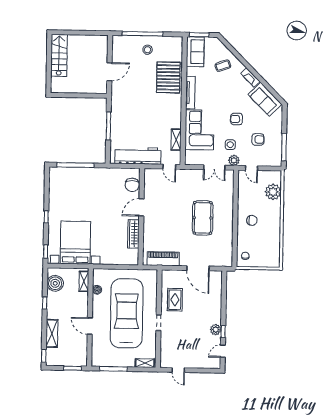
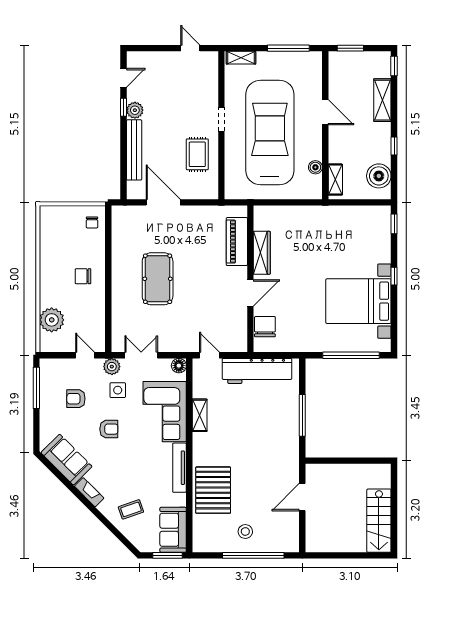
shelving: (176, 140) -> (200, 415), moved
floor lamp: (190, 160) -> (179, 366), added
bed with nightstands: (75, 243) -> (358, 301), moved, turned 90
piano: (163, 259) -> (237, 242), moved, turned 90
bench: (217, 303) -> (134, 150), added
car: (127, 313) -> (270, 133), turned 180

